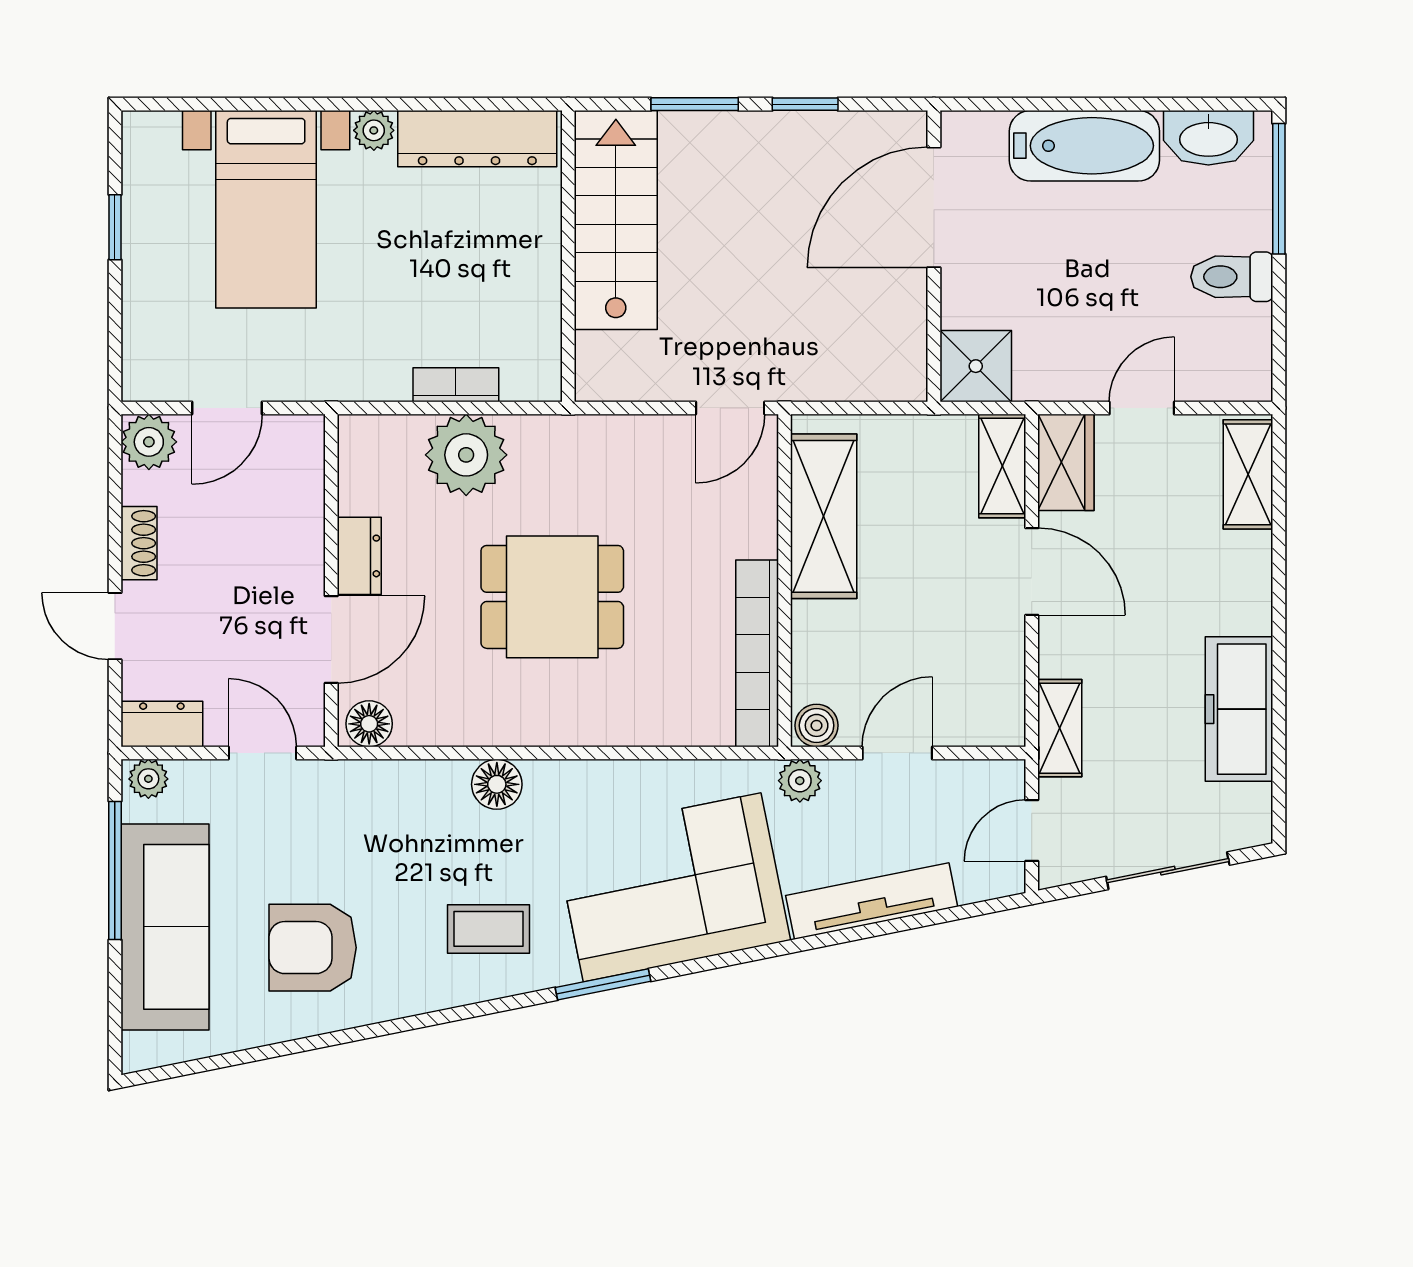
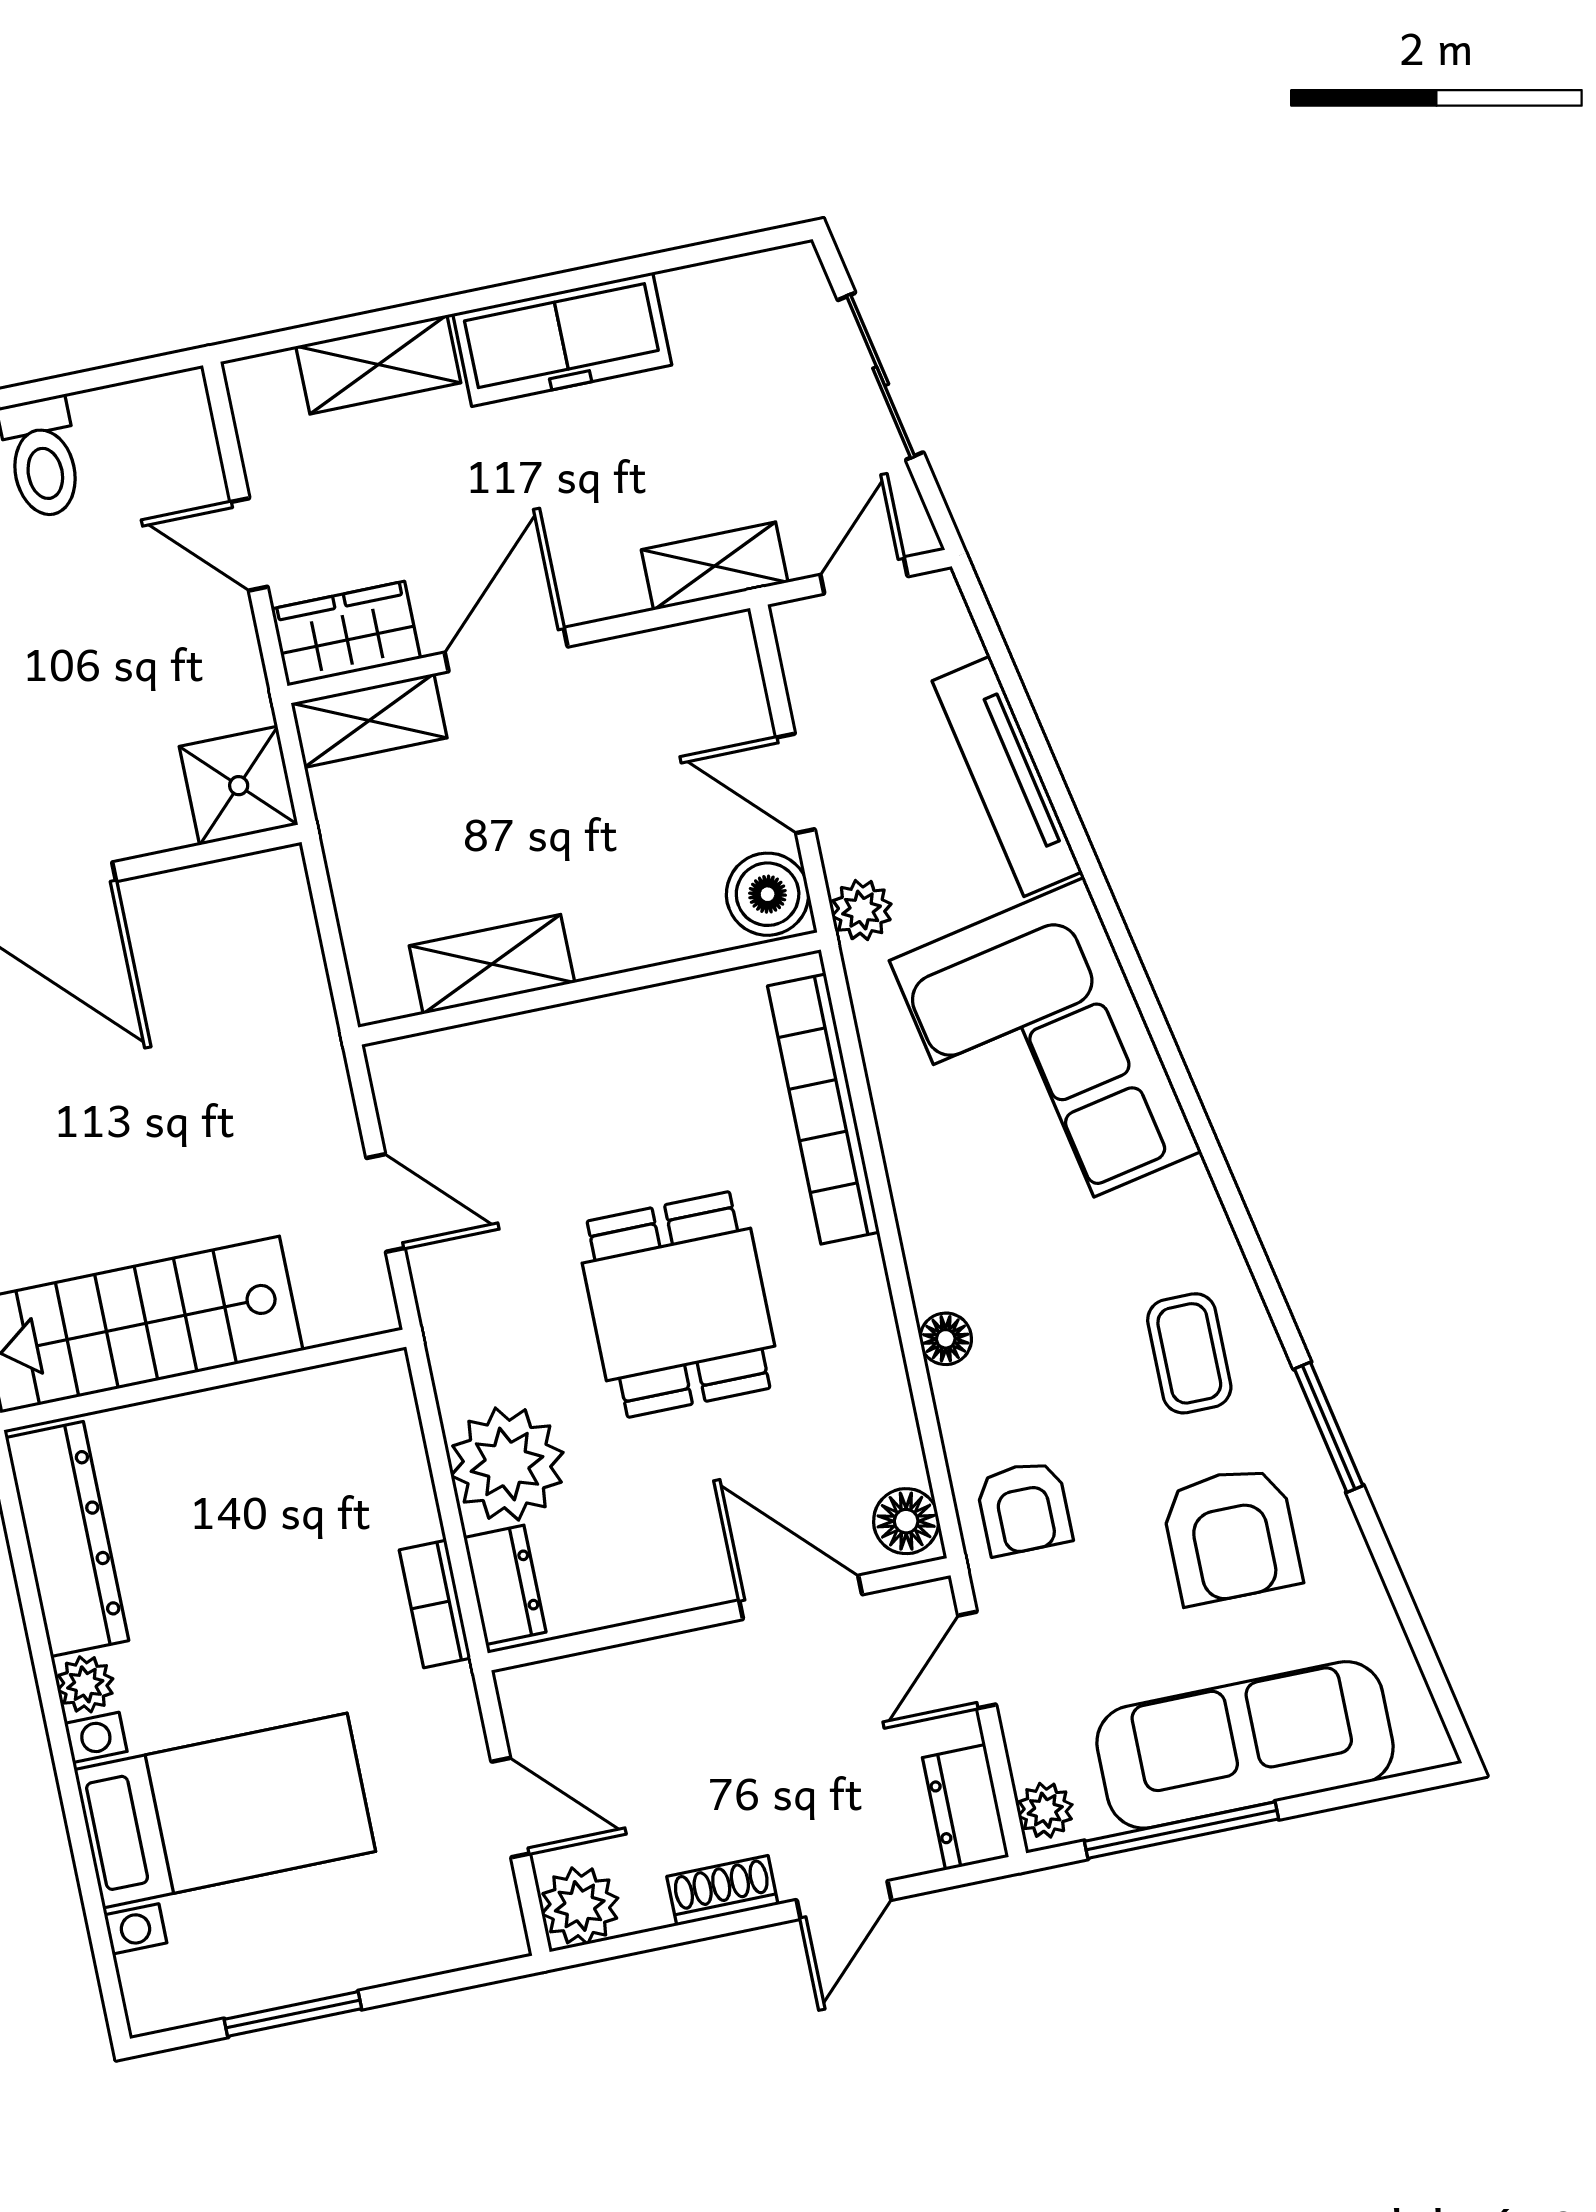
window: (115, 227) -> (293, 2014), width x1.50
bookcase: (456, 385) -> (435, 1604), moved
door: (730, 408) -> (385, 1203), moved
shelving: (1248, 474) -> (378, 364), moved
shelving: (824, 516) -> (492, 964), width x0.67, depth x0.75
dresser: (359, 556) -> (505, 1585), moved, turned 90
bookcase: (757, 653) -> (823, 1109), moved, turned 90
freezer: (1239, 709) -> (562, 339), moved
boiler: (817, 725) -> (768, 894), width x1.36, depth x1.36
floor lamp: (497, 784) -> (946, 1339), width x0.73, depth x0.73
armchair: (361, 807) -> (1024, 1508), added
door: (1032, 830) -> (864, 576), swing flipped
coffee table: (488, 929) -> (1189, 1353), moved
window: (603, 984) -> (1329, 1427), moved

